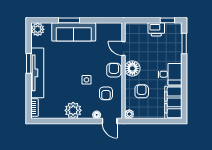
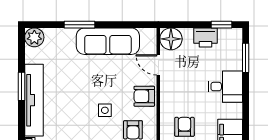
sofa: (74, 32) -> (108, 41), moved
floor lamp: (132, 68) -> (171, 39), moved
armchair: (114, 70) -> (144, 96), turned -90
desk: (170, 74) -> (225, 87), moved

